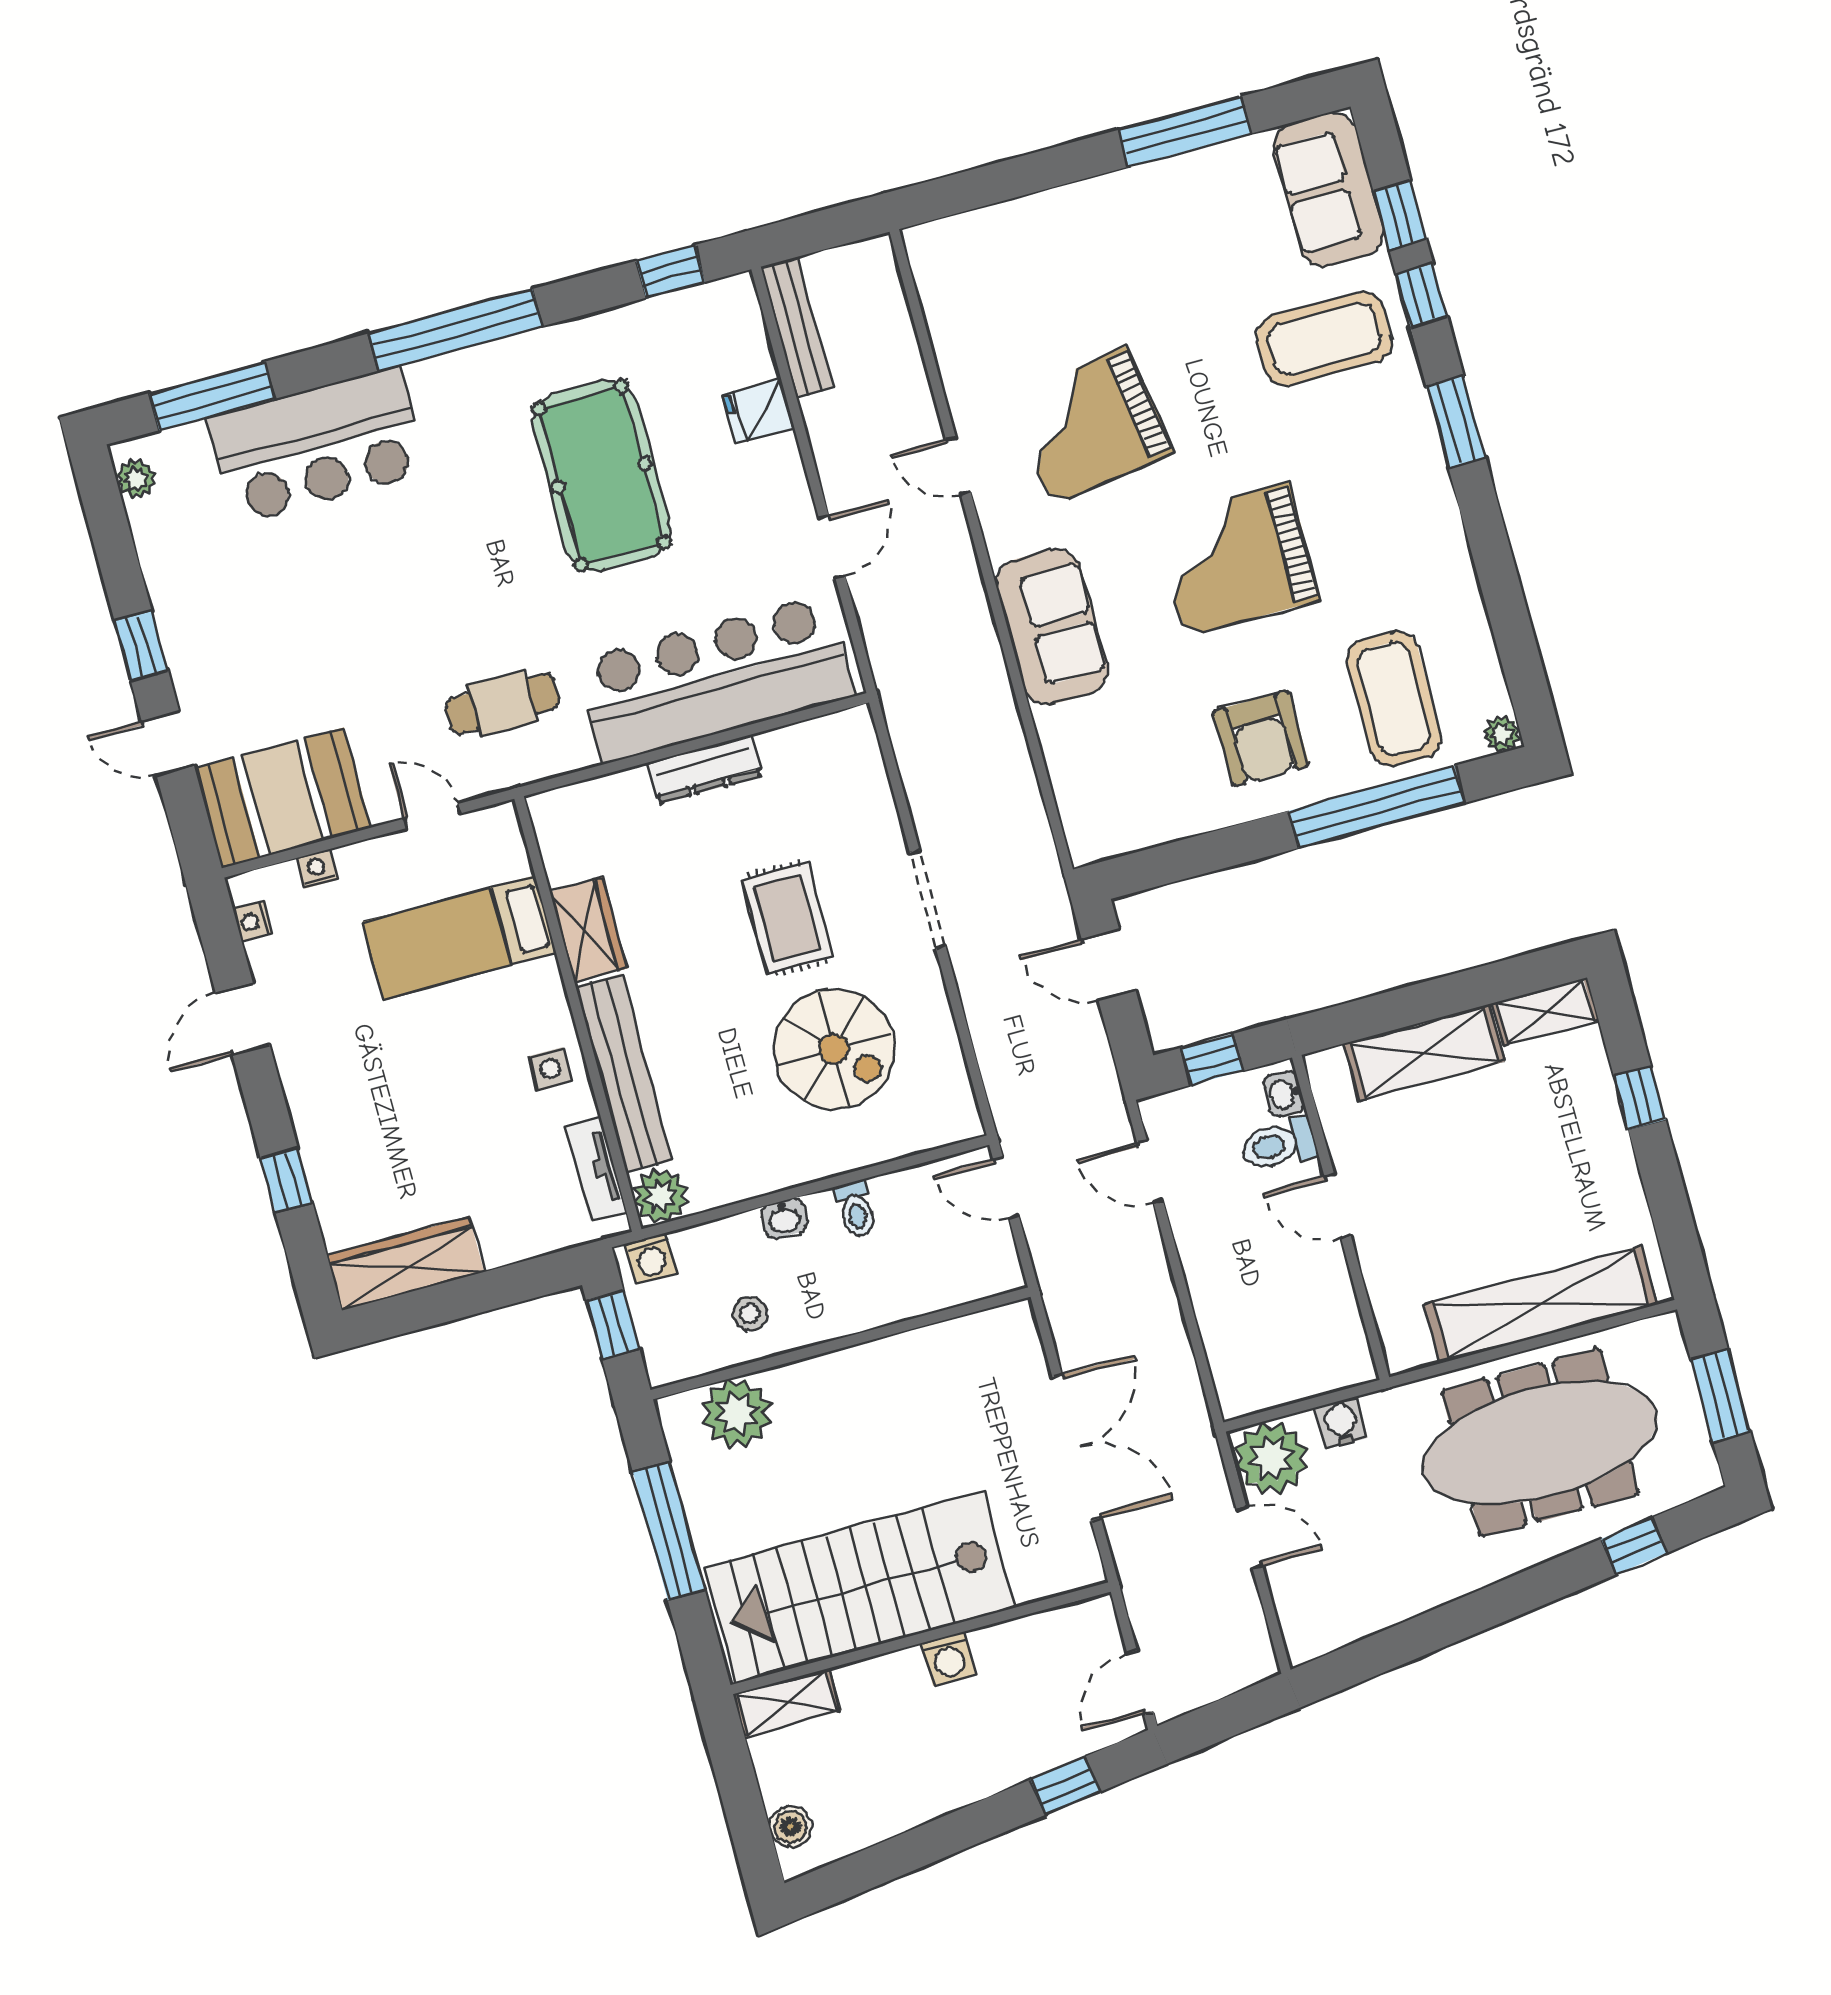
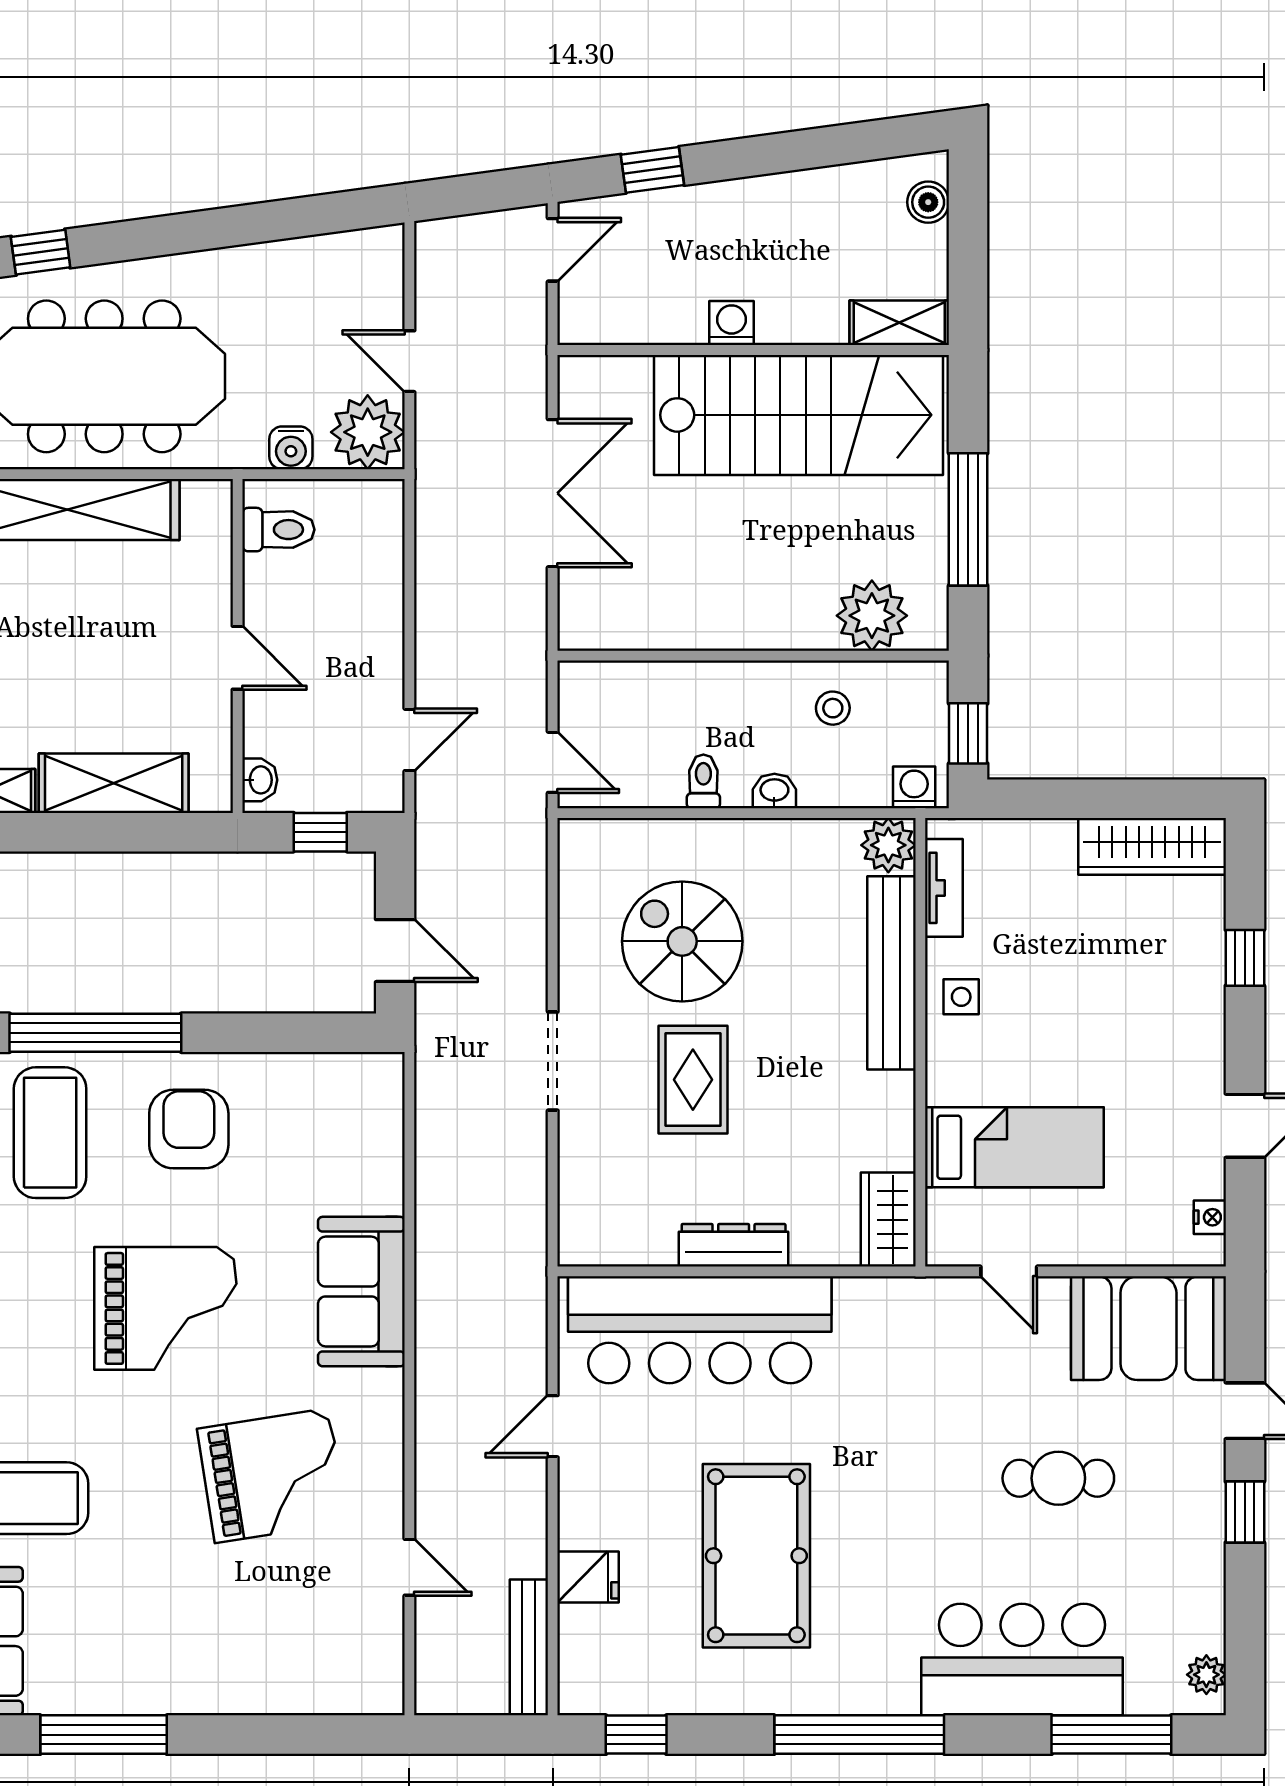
door: (958, 466) -> (409, 1567), moved
cafe table: (502, 704) -> (1058, 1478), moved
nightstand: (317, 869) -> (1134, 1251), removed
wardrobe: (588, 930) -> (888, 1220), moved
toilet: (1279, 1144) -> (278, 530), moved
door: (1150, 1172) -> (409, 740), hinge flipped
double door: (1077, 1448) -> (553, 493), swing flipped

